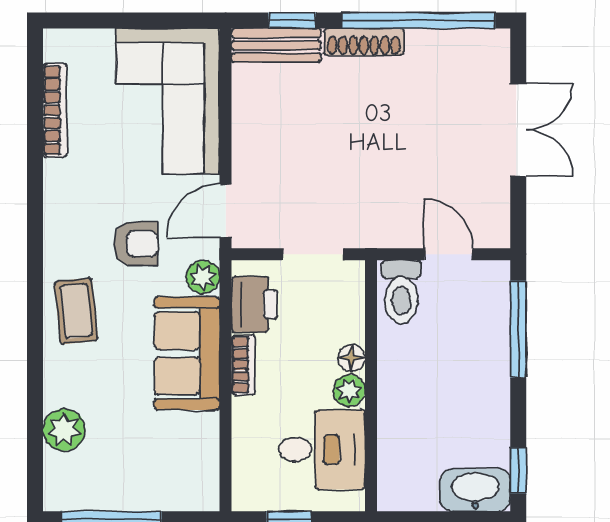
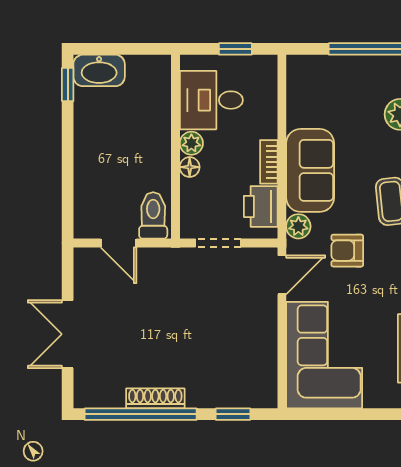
shoe rack: (364, 42) -> (155, 398), moved
bench: (276, 45) -> (245, 396), removed
window: (518, 329) -> (68, 188), removed

